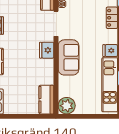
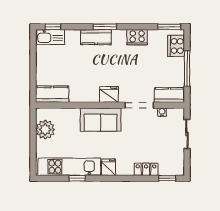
plant: (67, 106) -> (45, 129), moved

